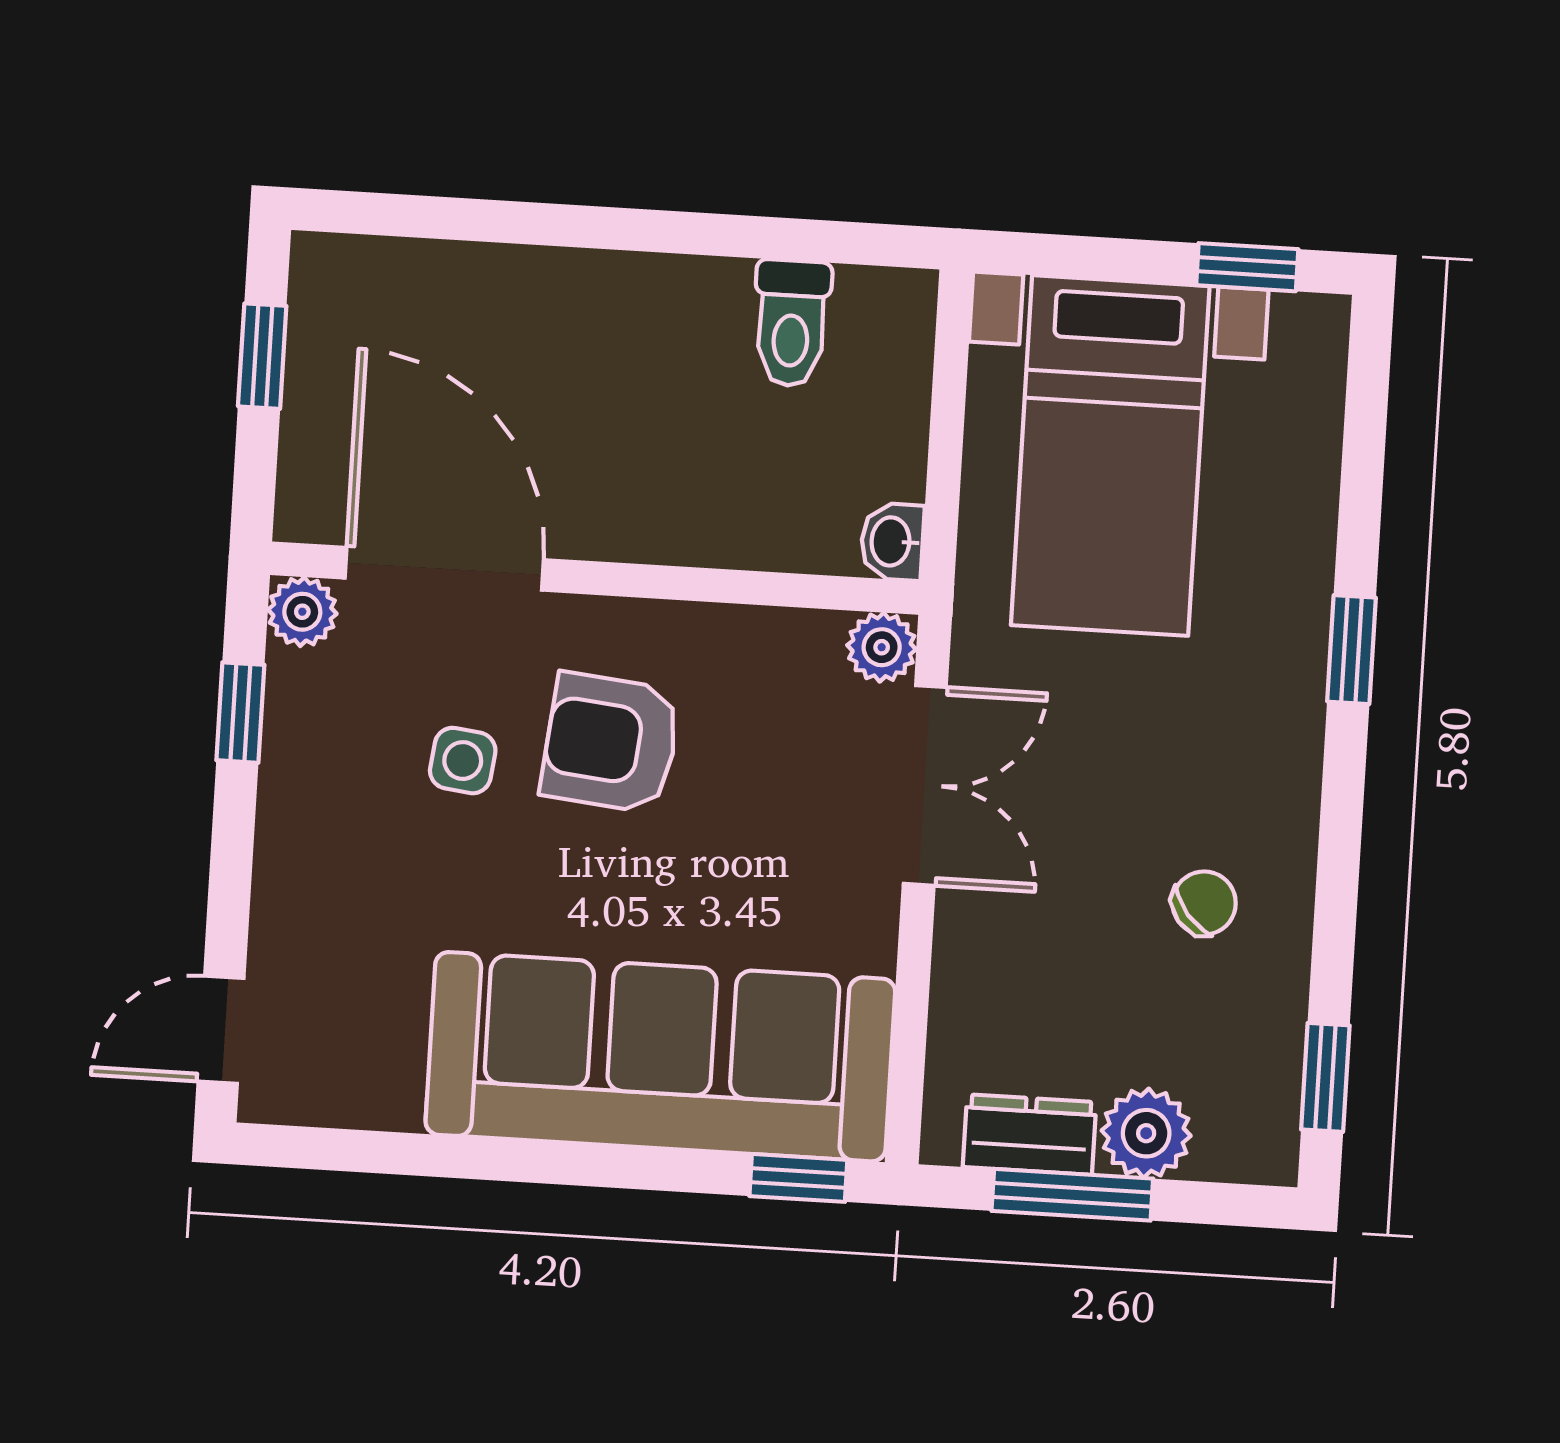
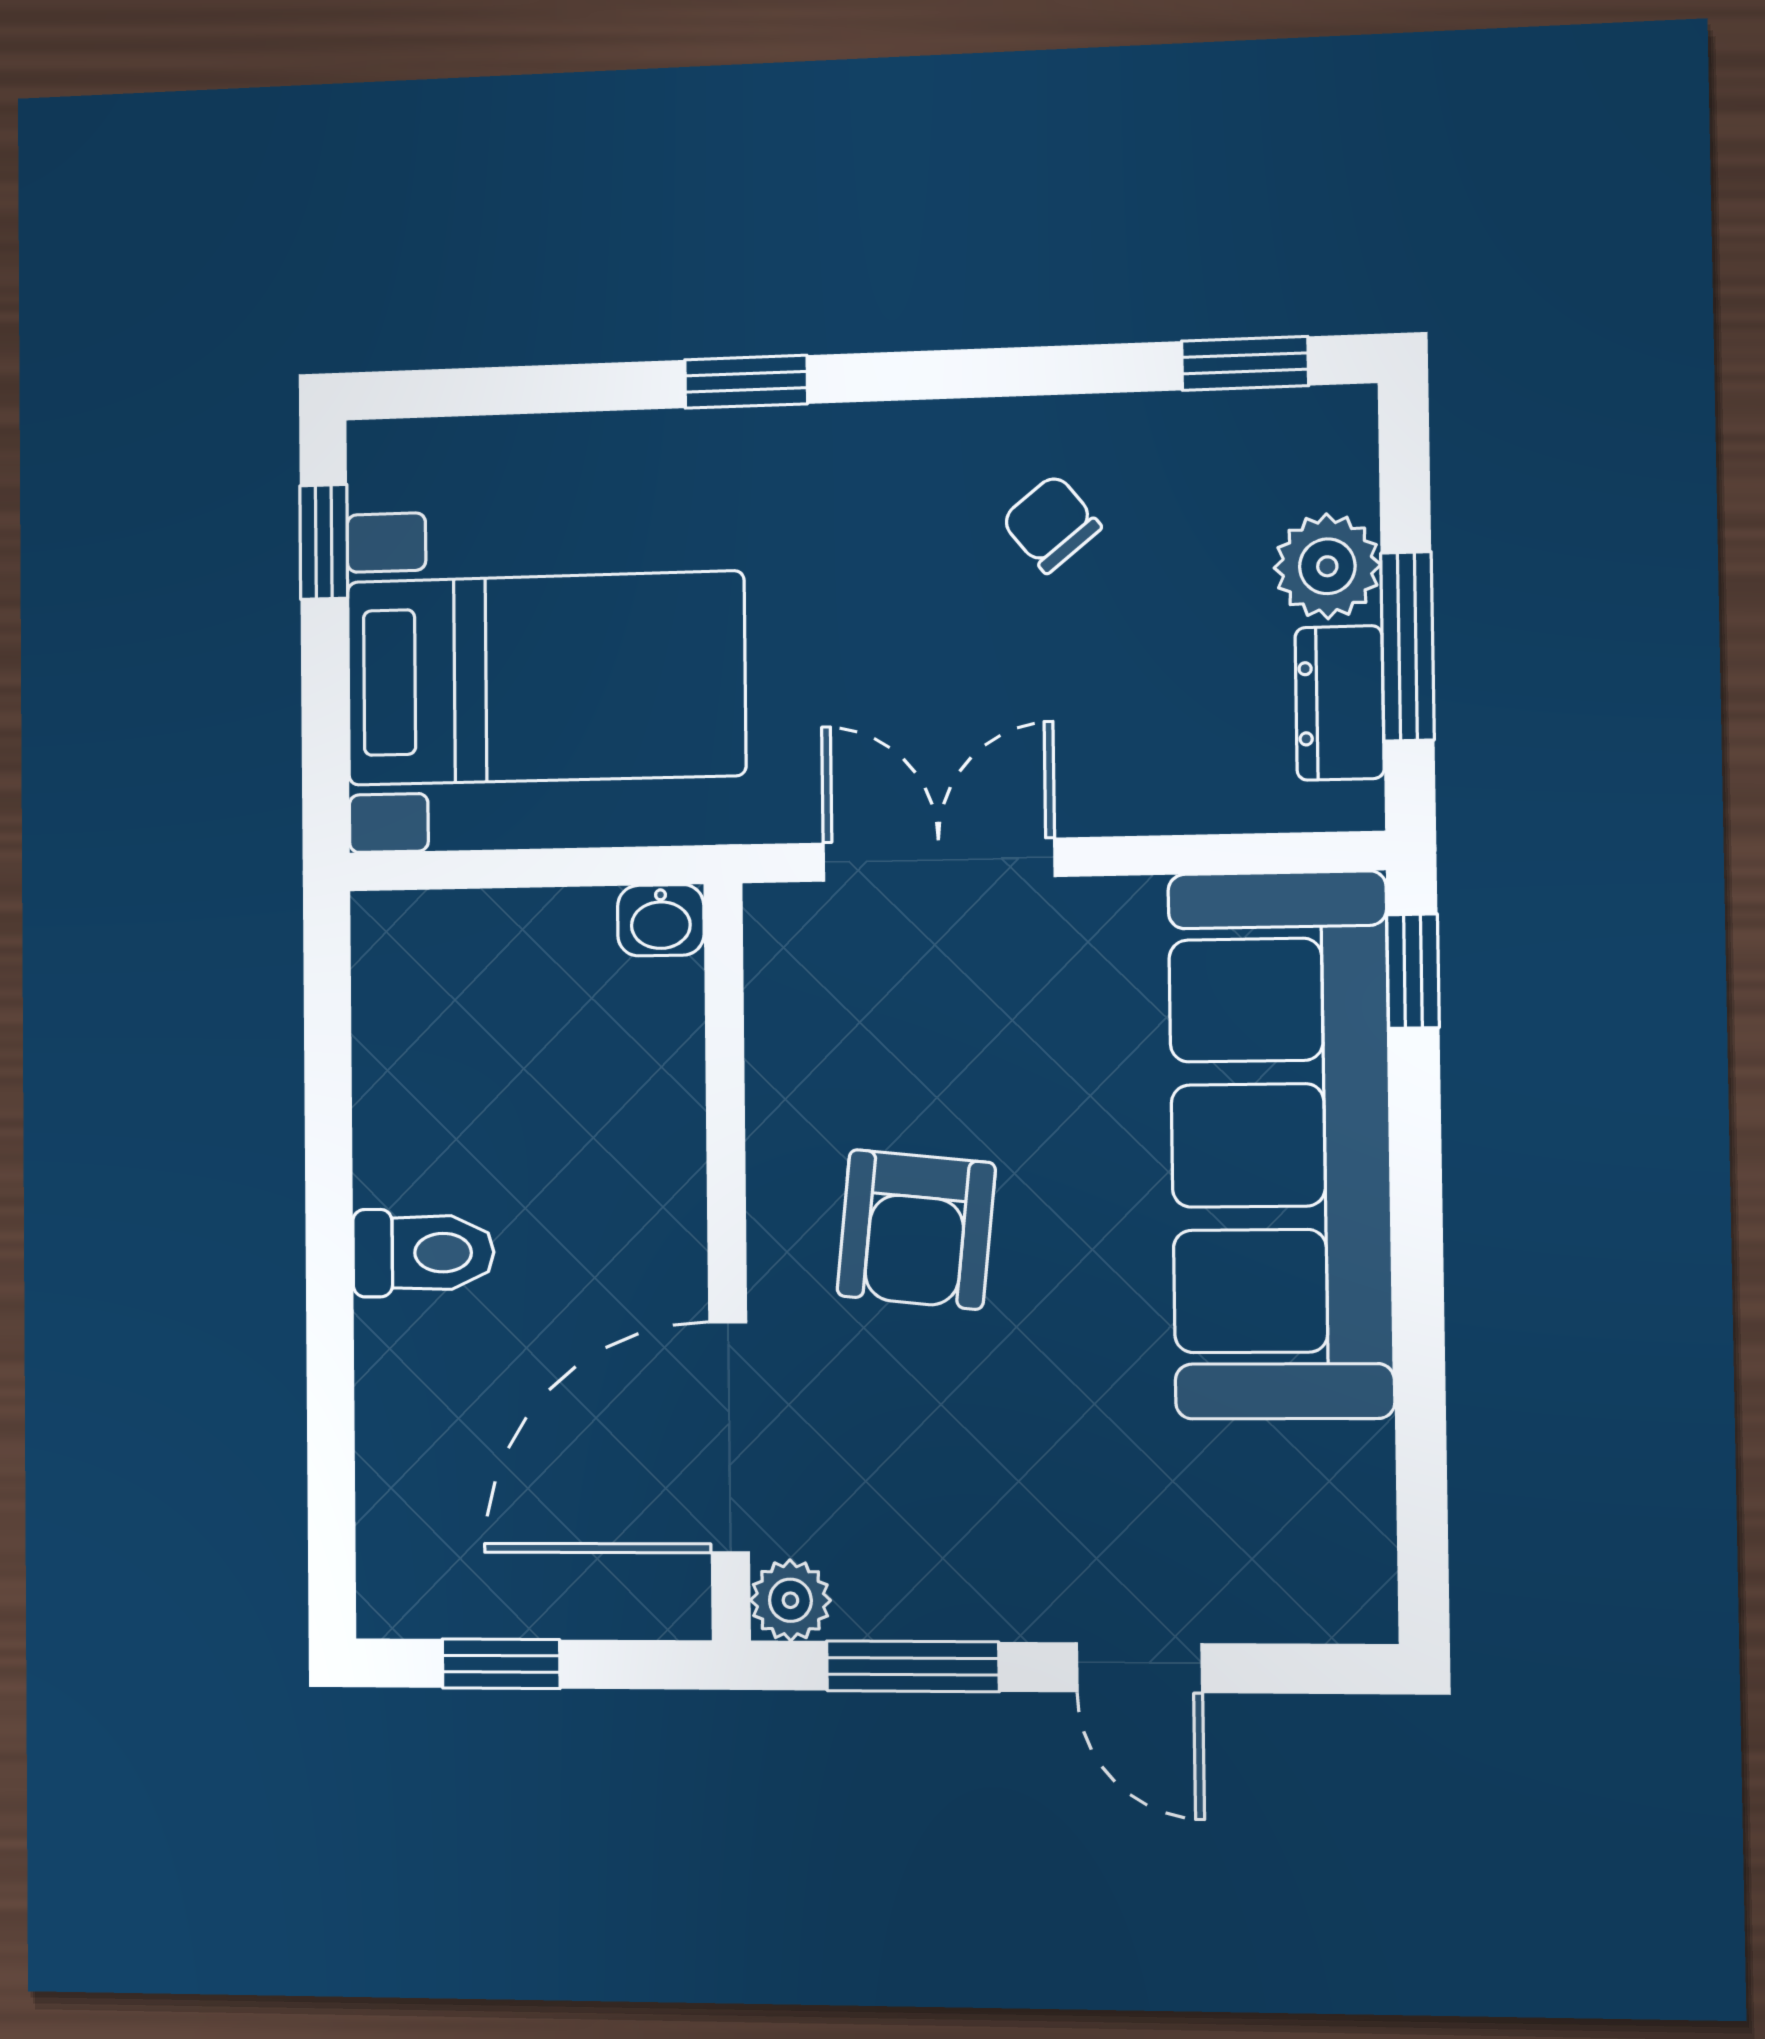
toilet: (791, 323) -> (423, 1253), moved
plant: (882, 647) -> (783, 923), removed
window: (240, 713) -> (913, 1666), width x1.50
side table: (463, 761) -> (950, 1402), removed
door: (221, 1030) -> (1139, 1668), moved

